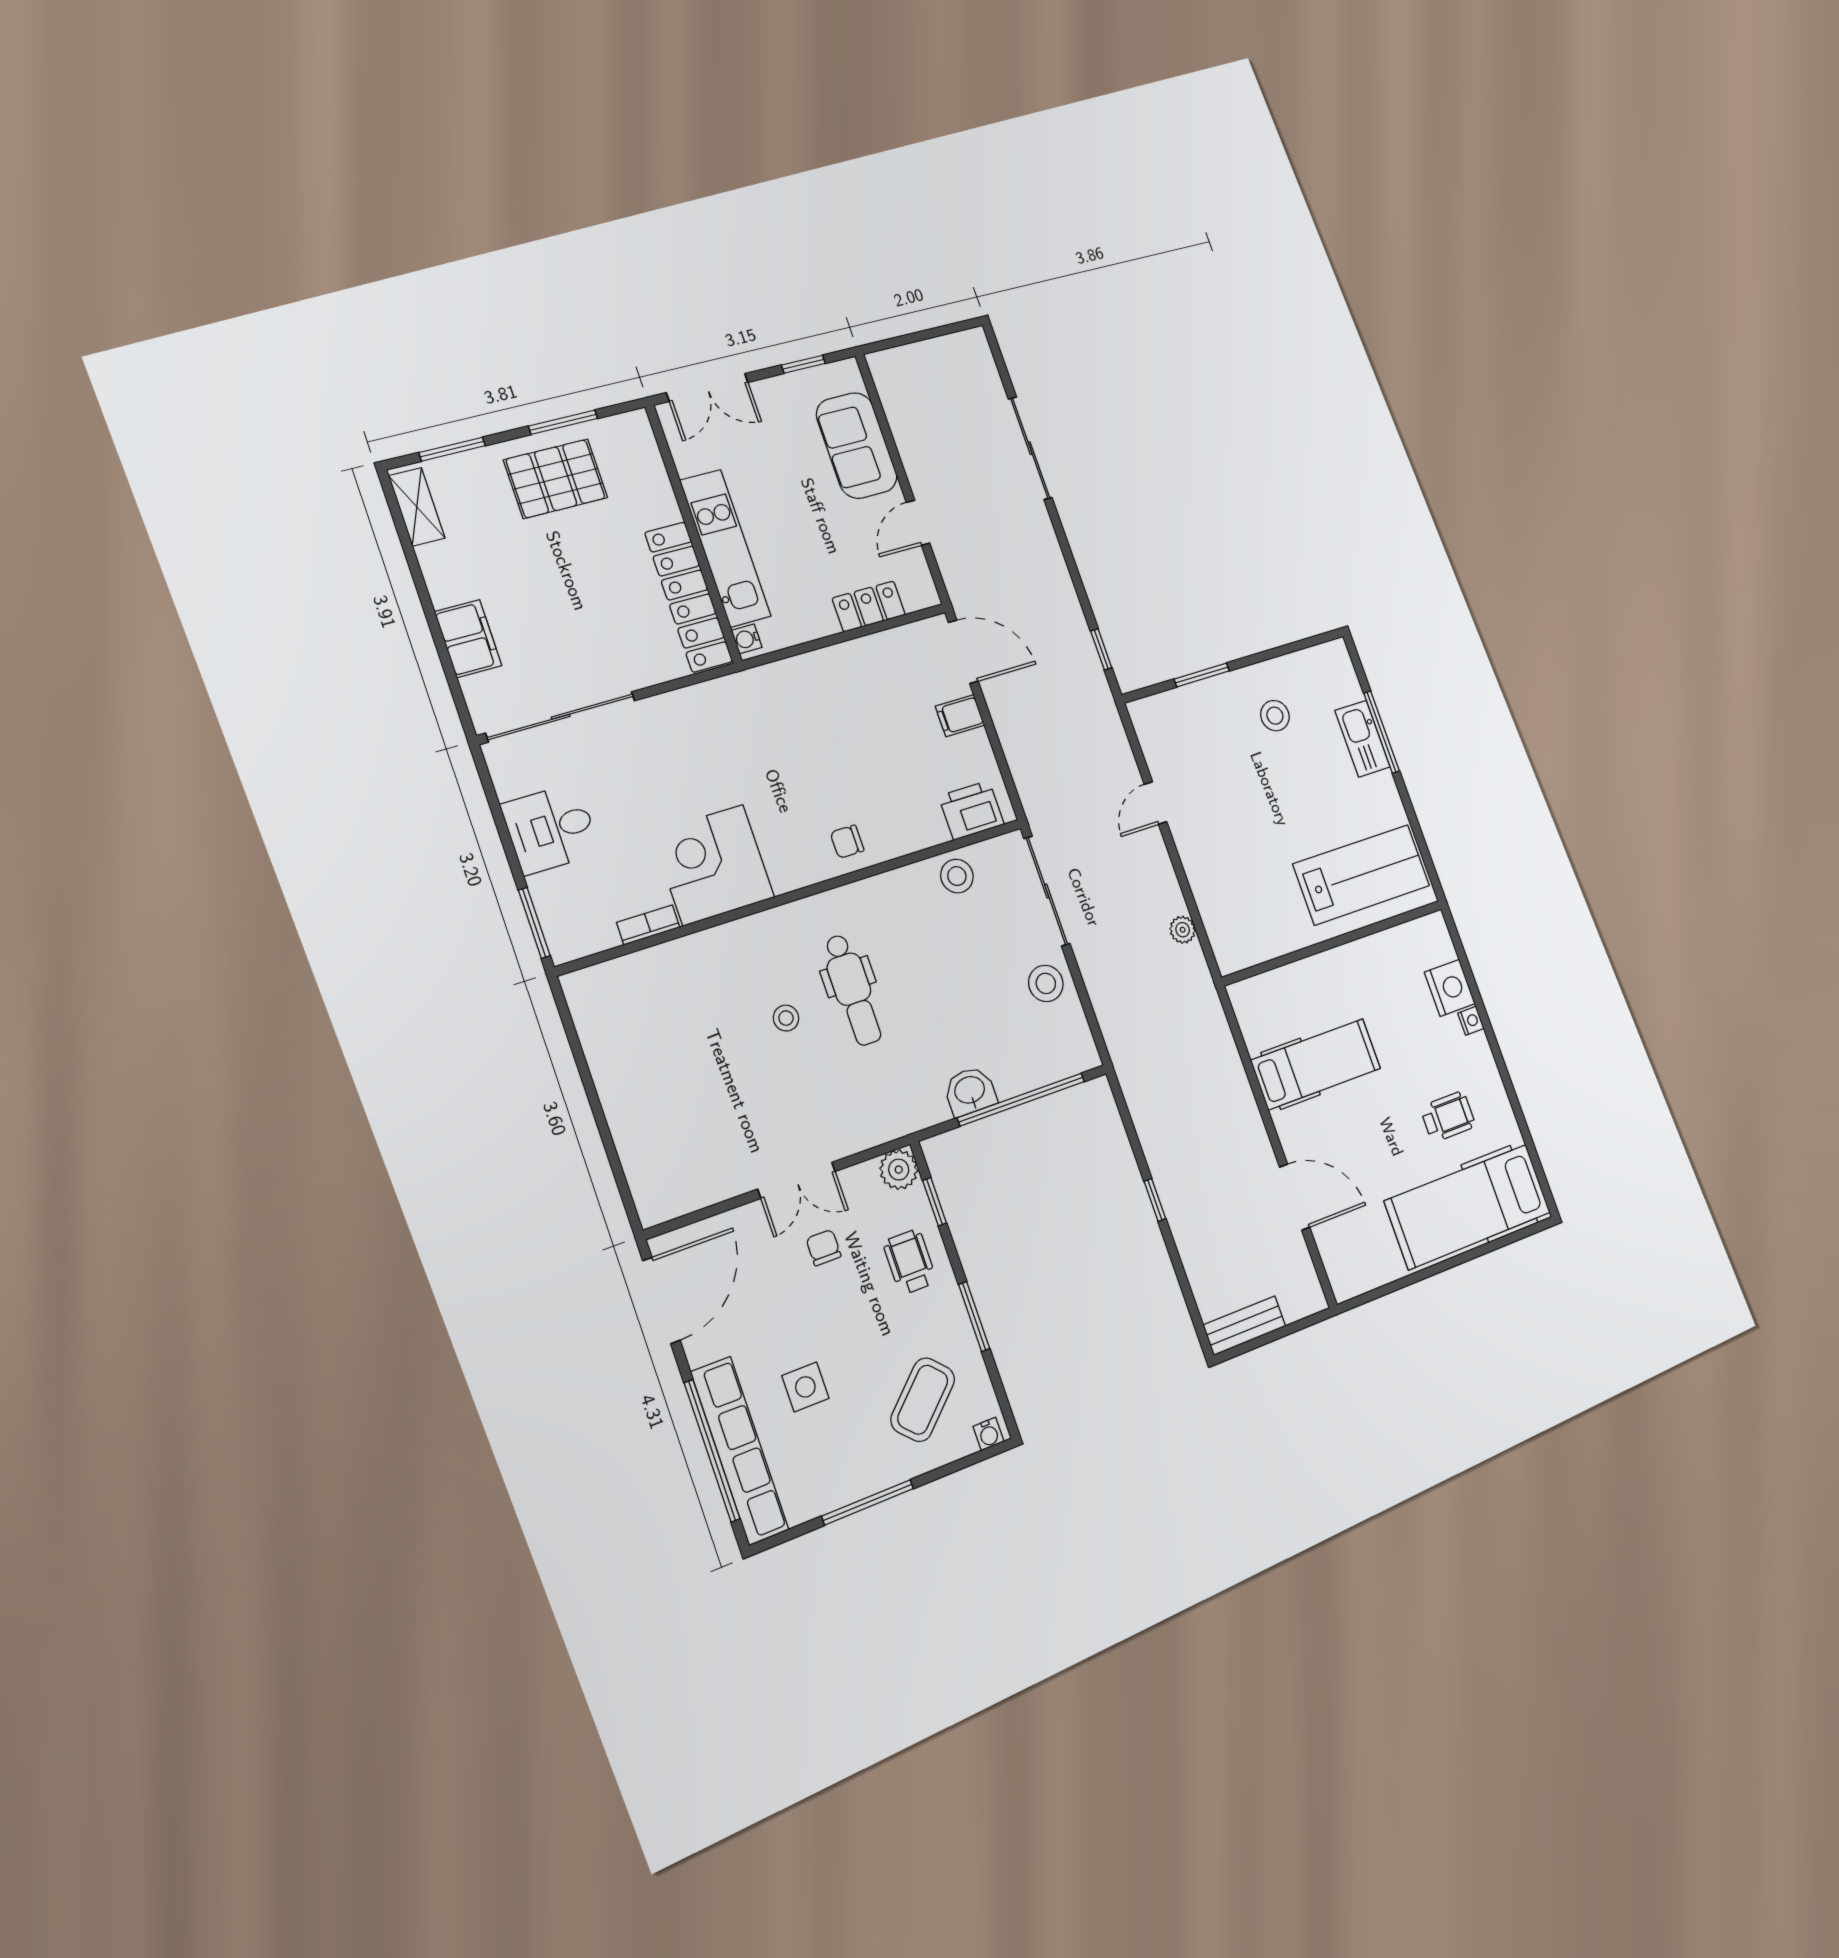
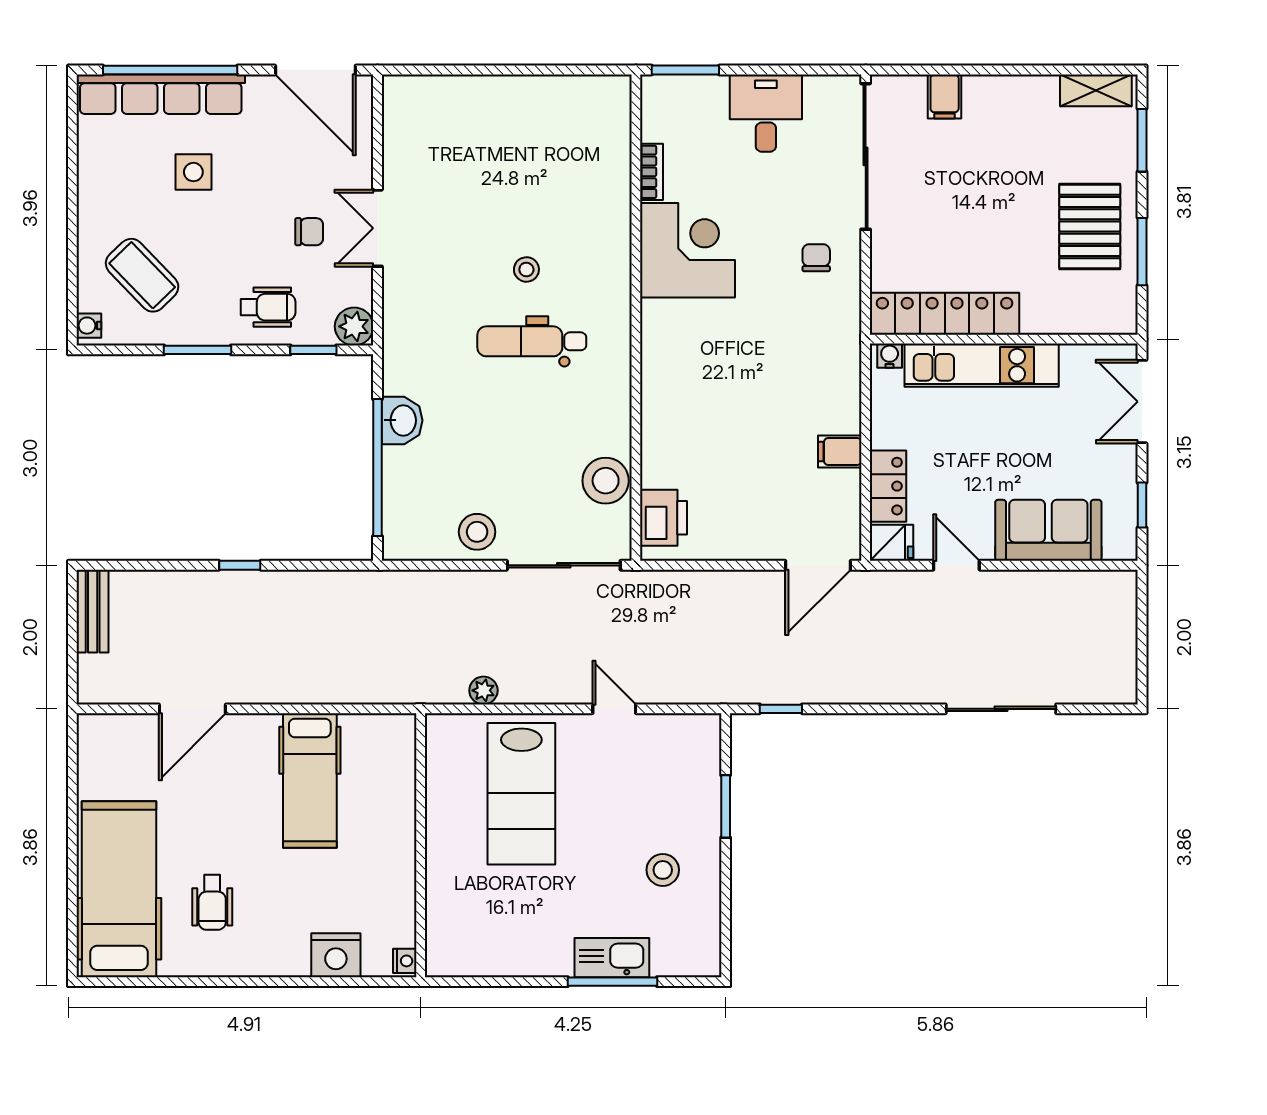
fridge: (919, 589) -> (891, 543), added
filing cabinet: (468, 639) -> (945, 96), width x0.50
filing cabinet: (960, 716) -> (840, 452), moved, turned -90
chair: (847, 842) -> (816, 258), moved
lab bench: (1361, 875) -> (521, 794), moved
stool: (957, 876) -> (606, 481), width x1.38, depth x1.38
nightstand: (1471, 1021) -> (405, 961), moved, turned -90
window: (868, 1502) -> (72, 193), removed

